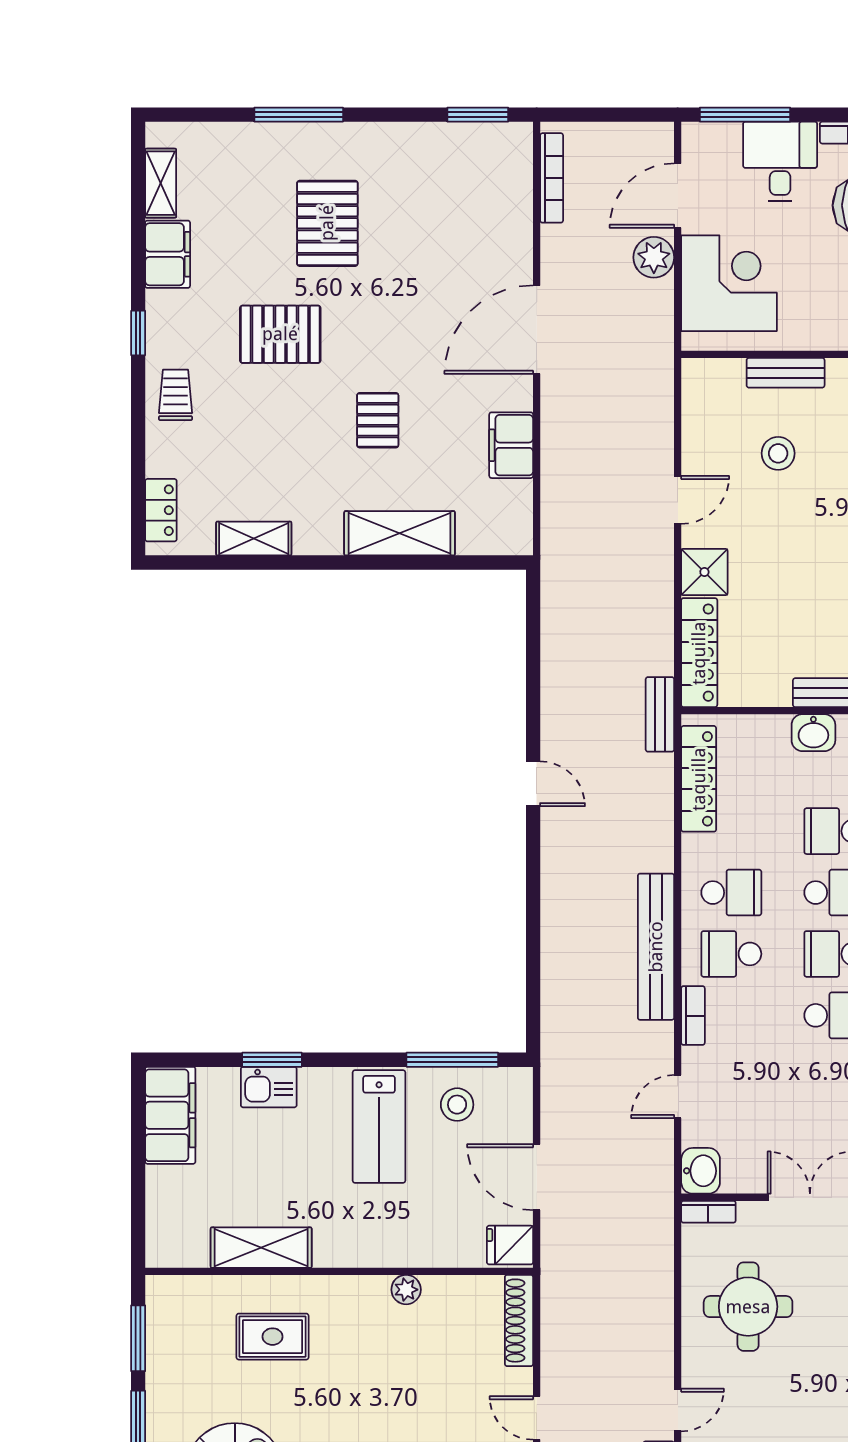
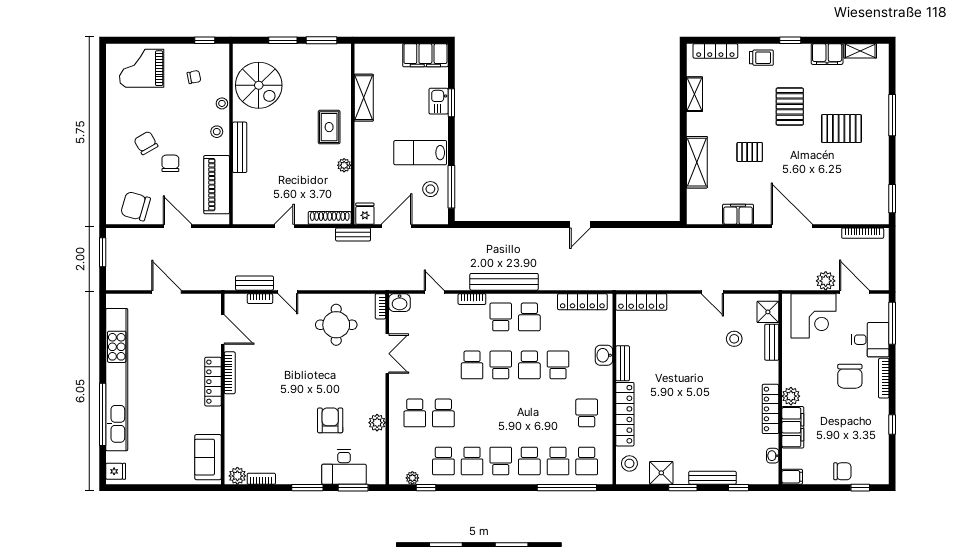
locker: (161, 510) -> (715, 51), width x1.53
shower: (704, 572) -> (768, 312), moved
bench: (660, 714) -> (353, 234), moved
rug: (272, 1337) -> (329, 127), moved

